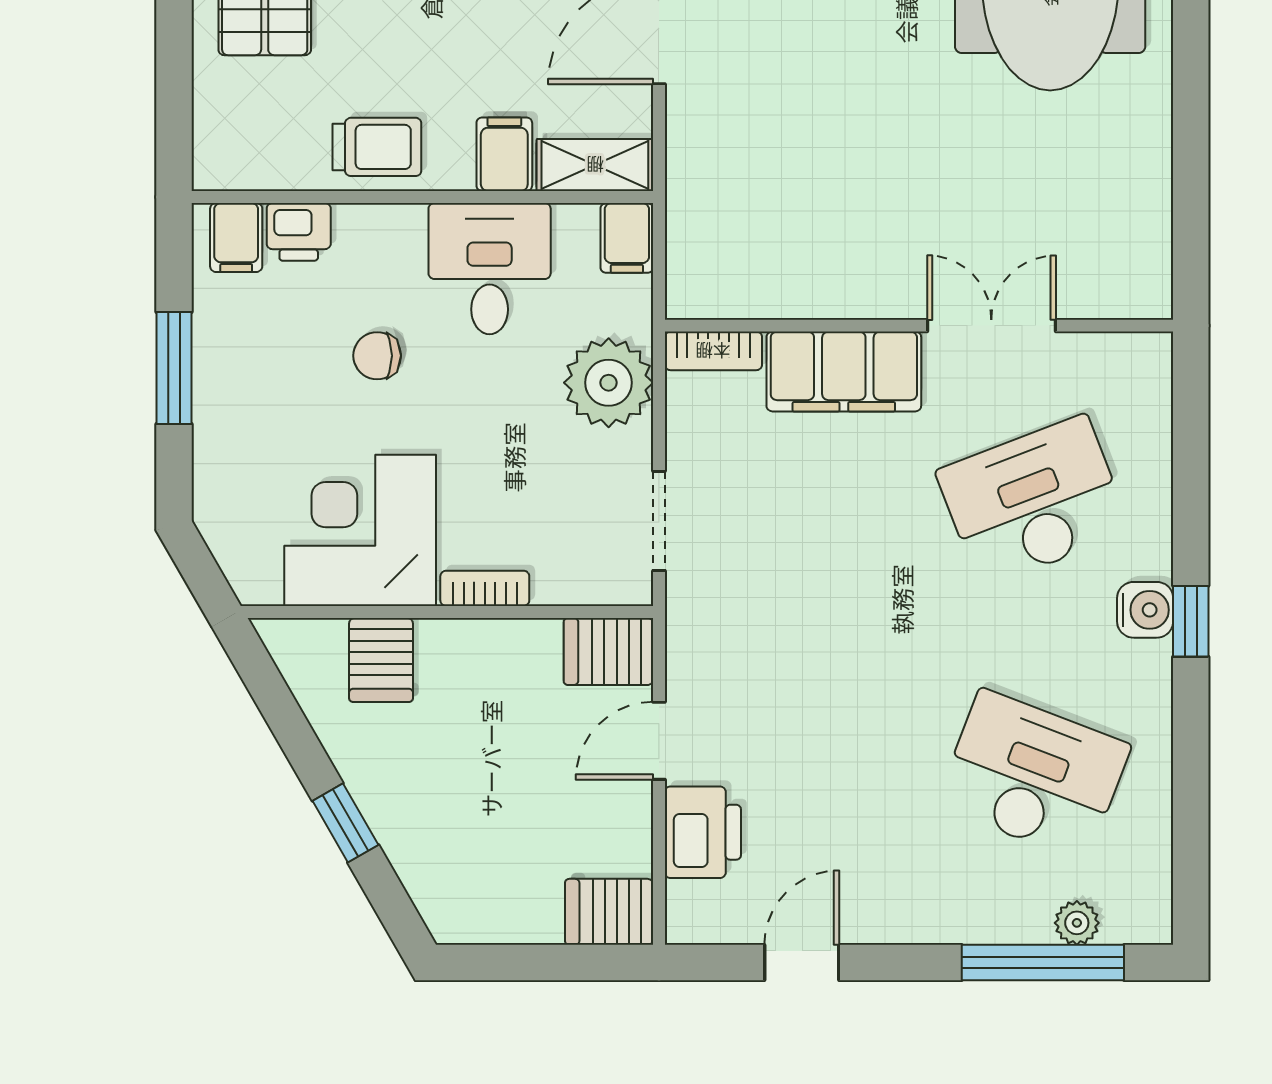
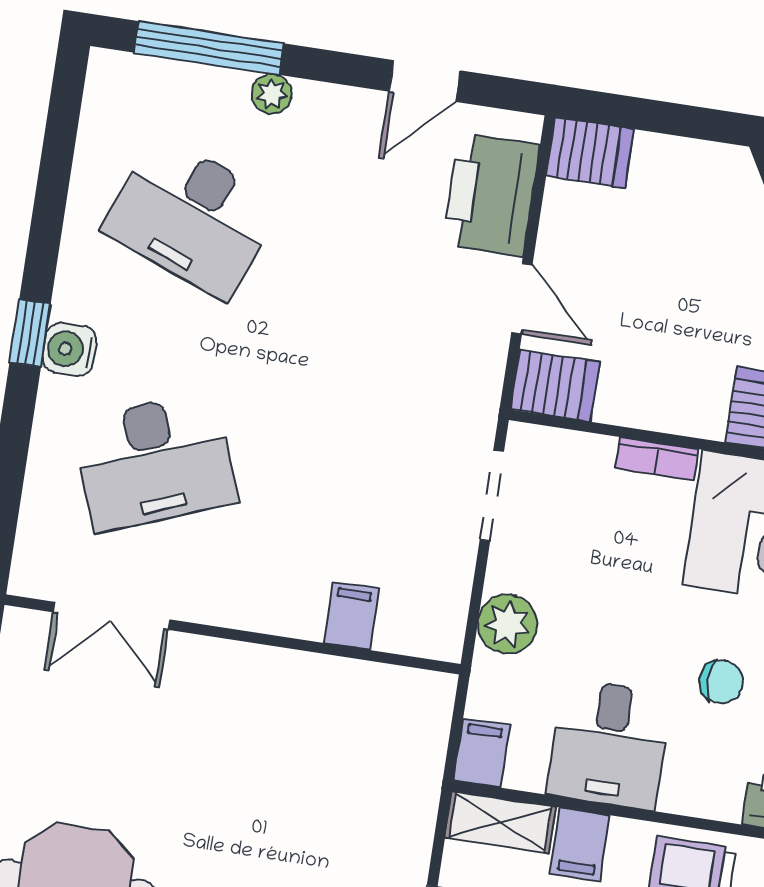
double door: (991, 326) -> (112, 616), moved
bookcase: (713, 351) -> (420, 640), removed
filing cabinet: (844, 371) -> (351, 616), width x0.33, depth x0.86
plant: (609, 383) -> (507, 624), width x0.73, depth x0.73
door: (659, 741) -> (522, 299), hinge flipped
printer: (703, 832) -> (491, 195), width x1.37, depth x1.19
plant: (1077, 923) -> (272, 94), moved

